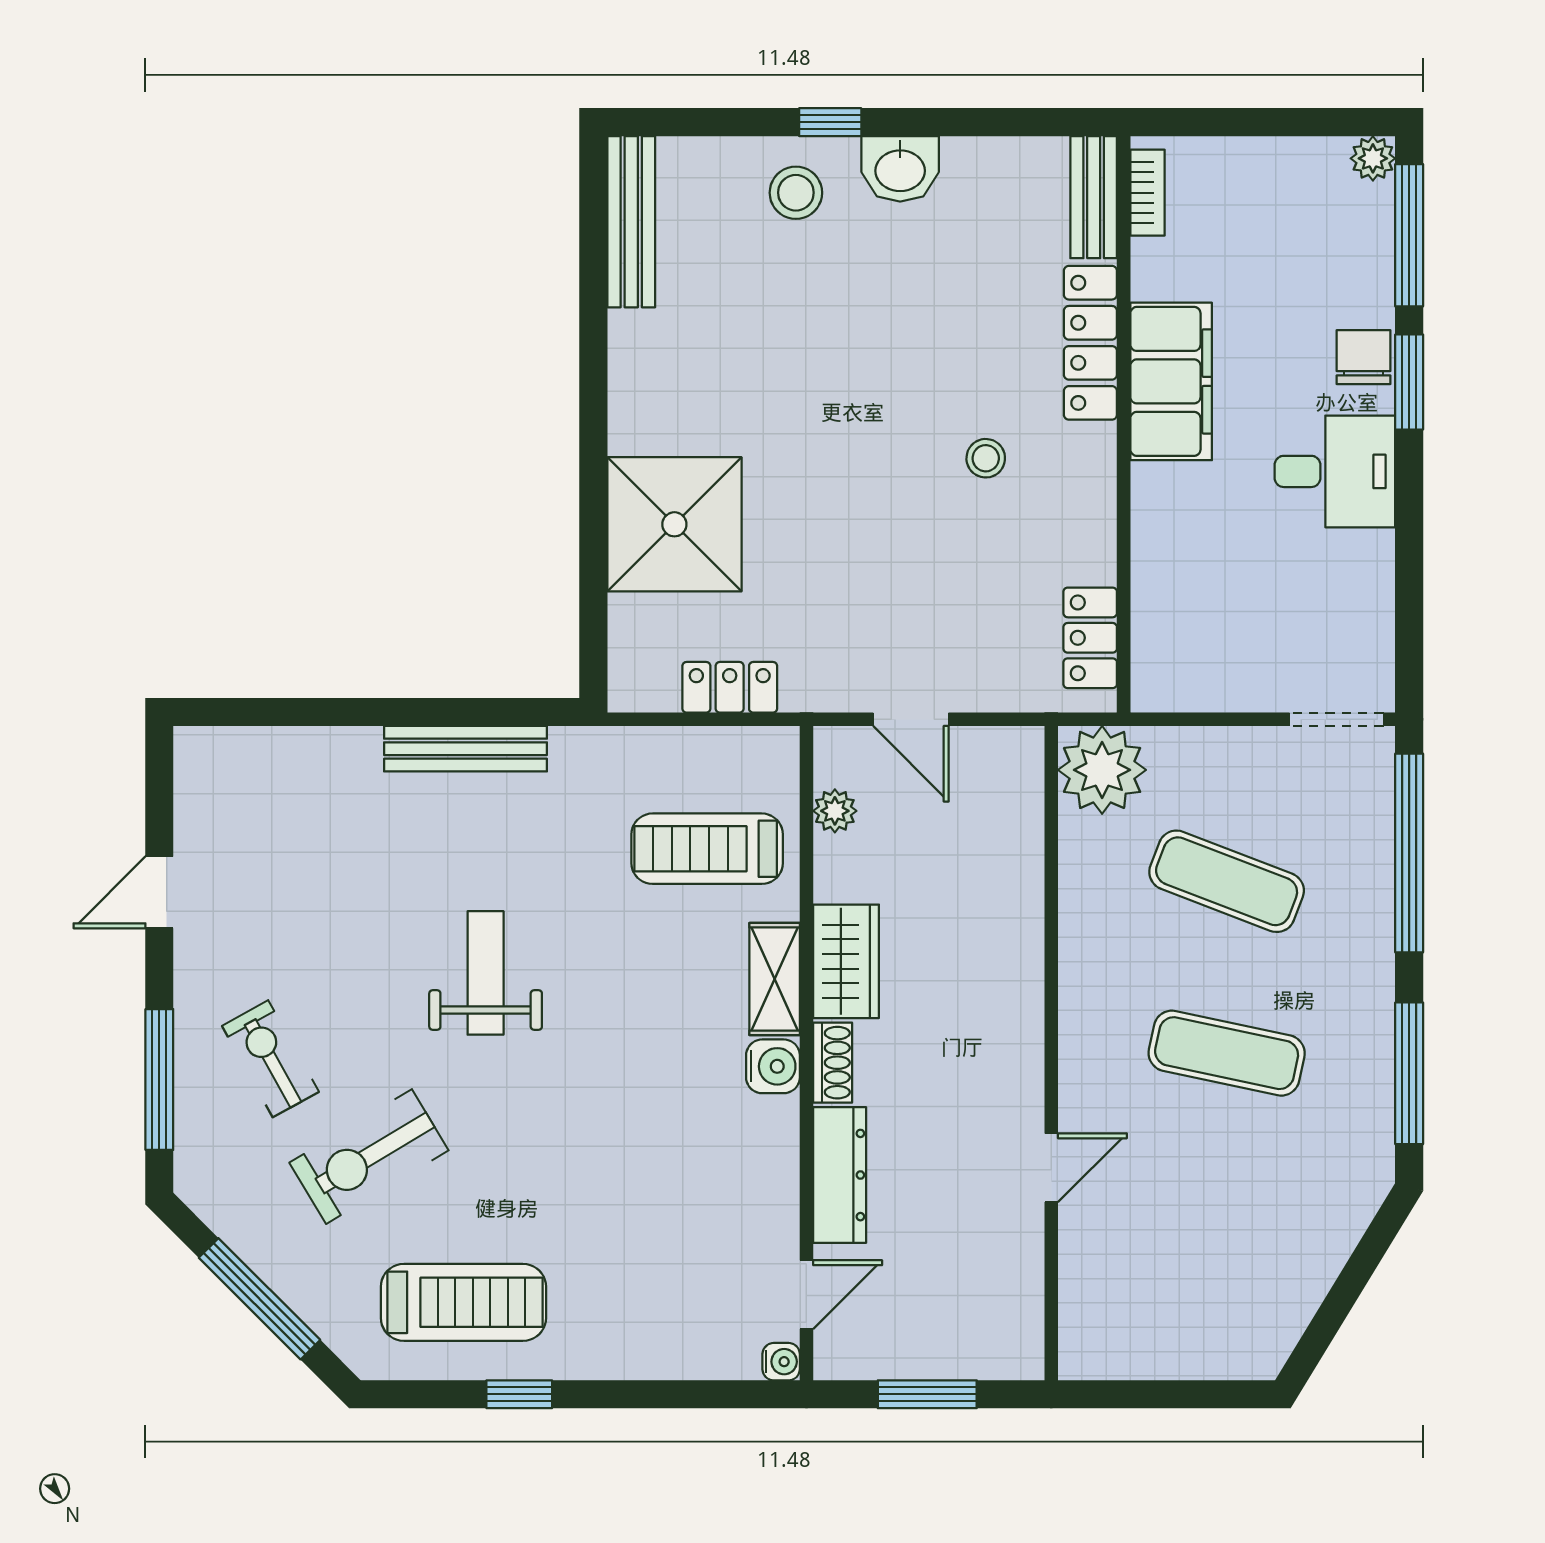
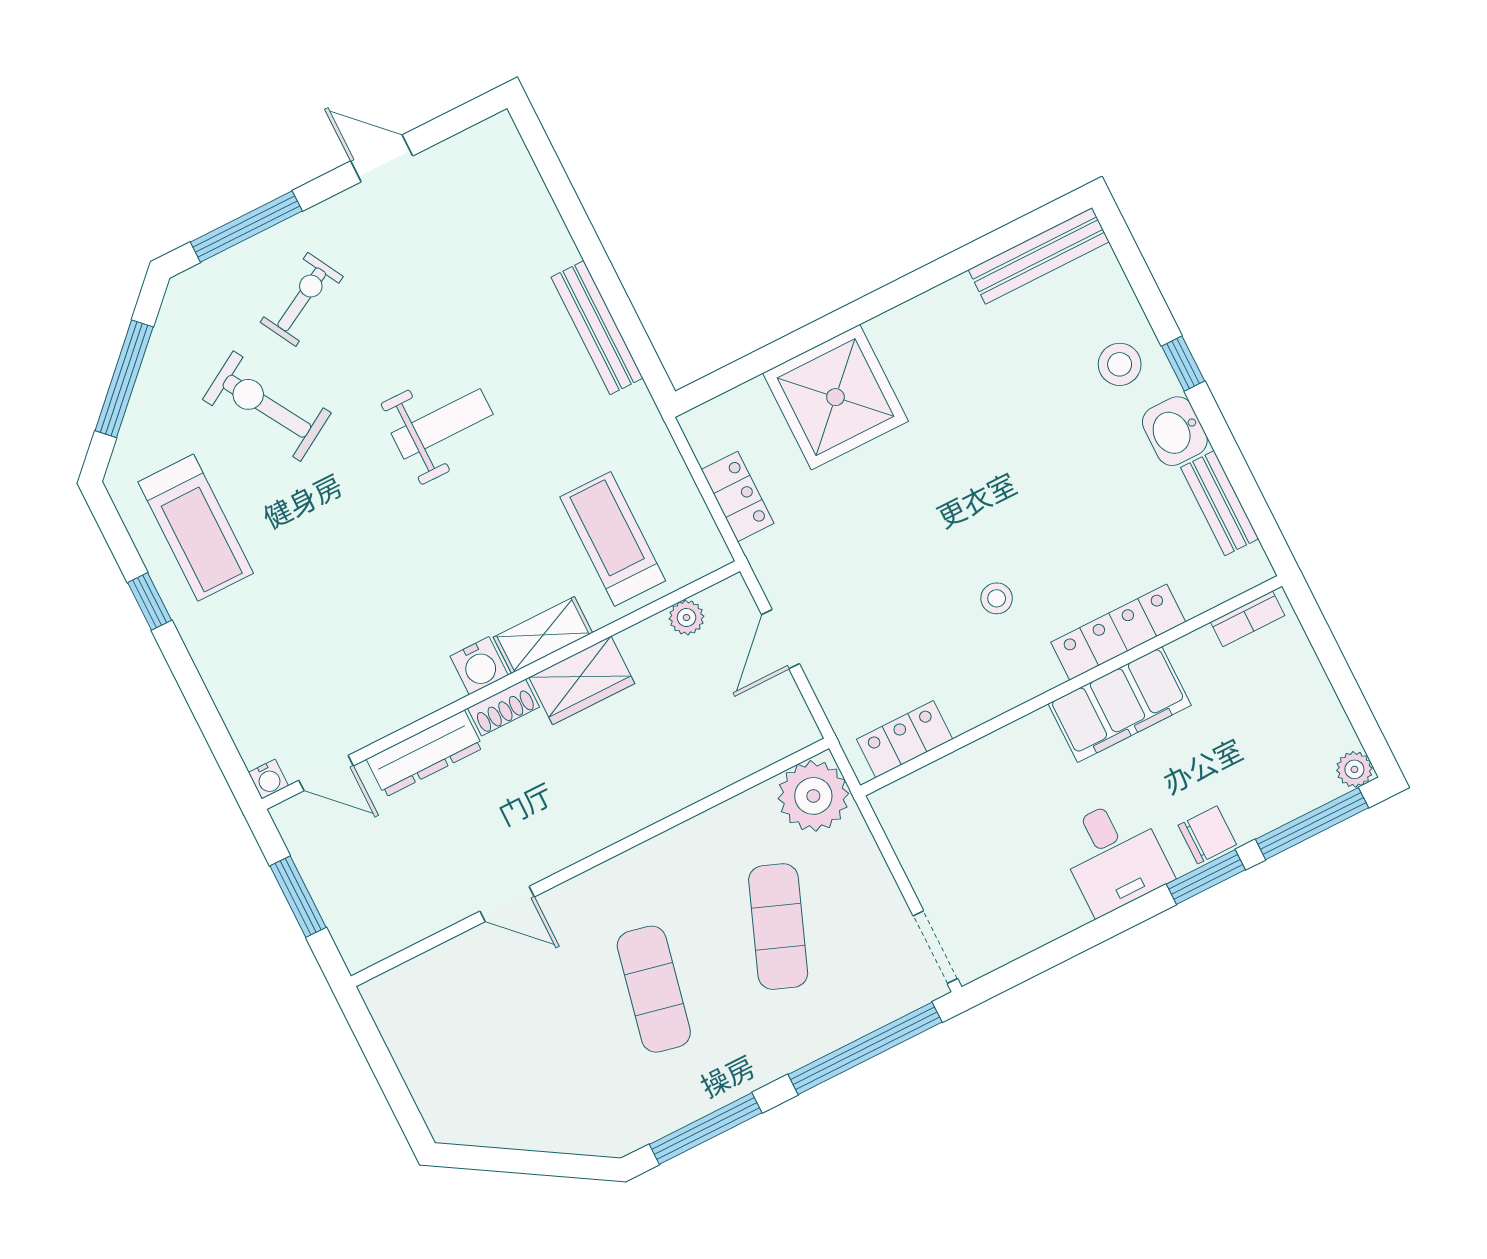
bench: (1094, 197) -> (1220, 503), moved, turned 90

